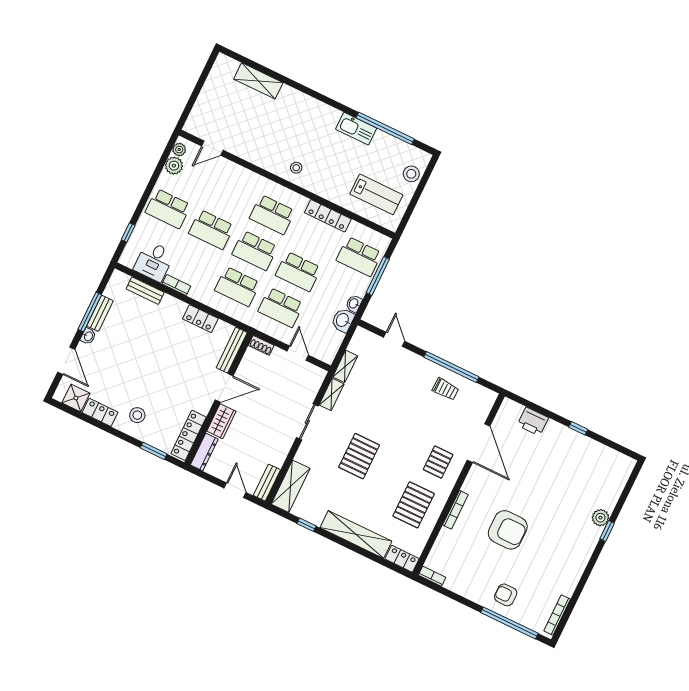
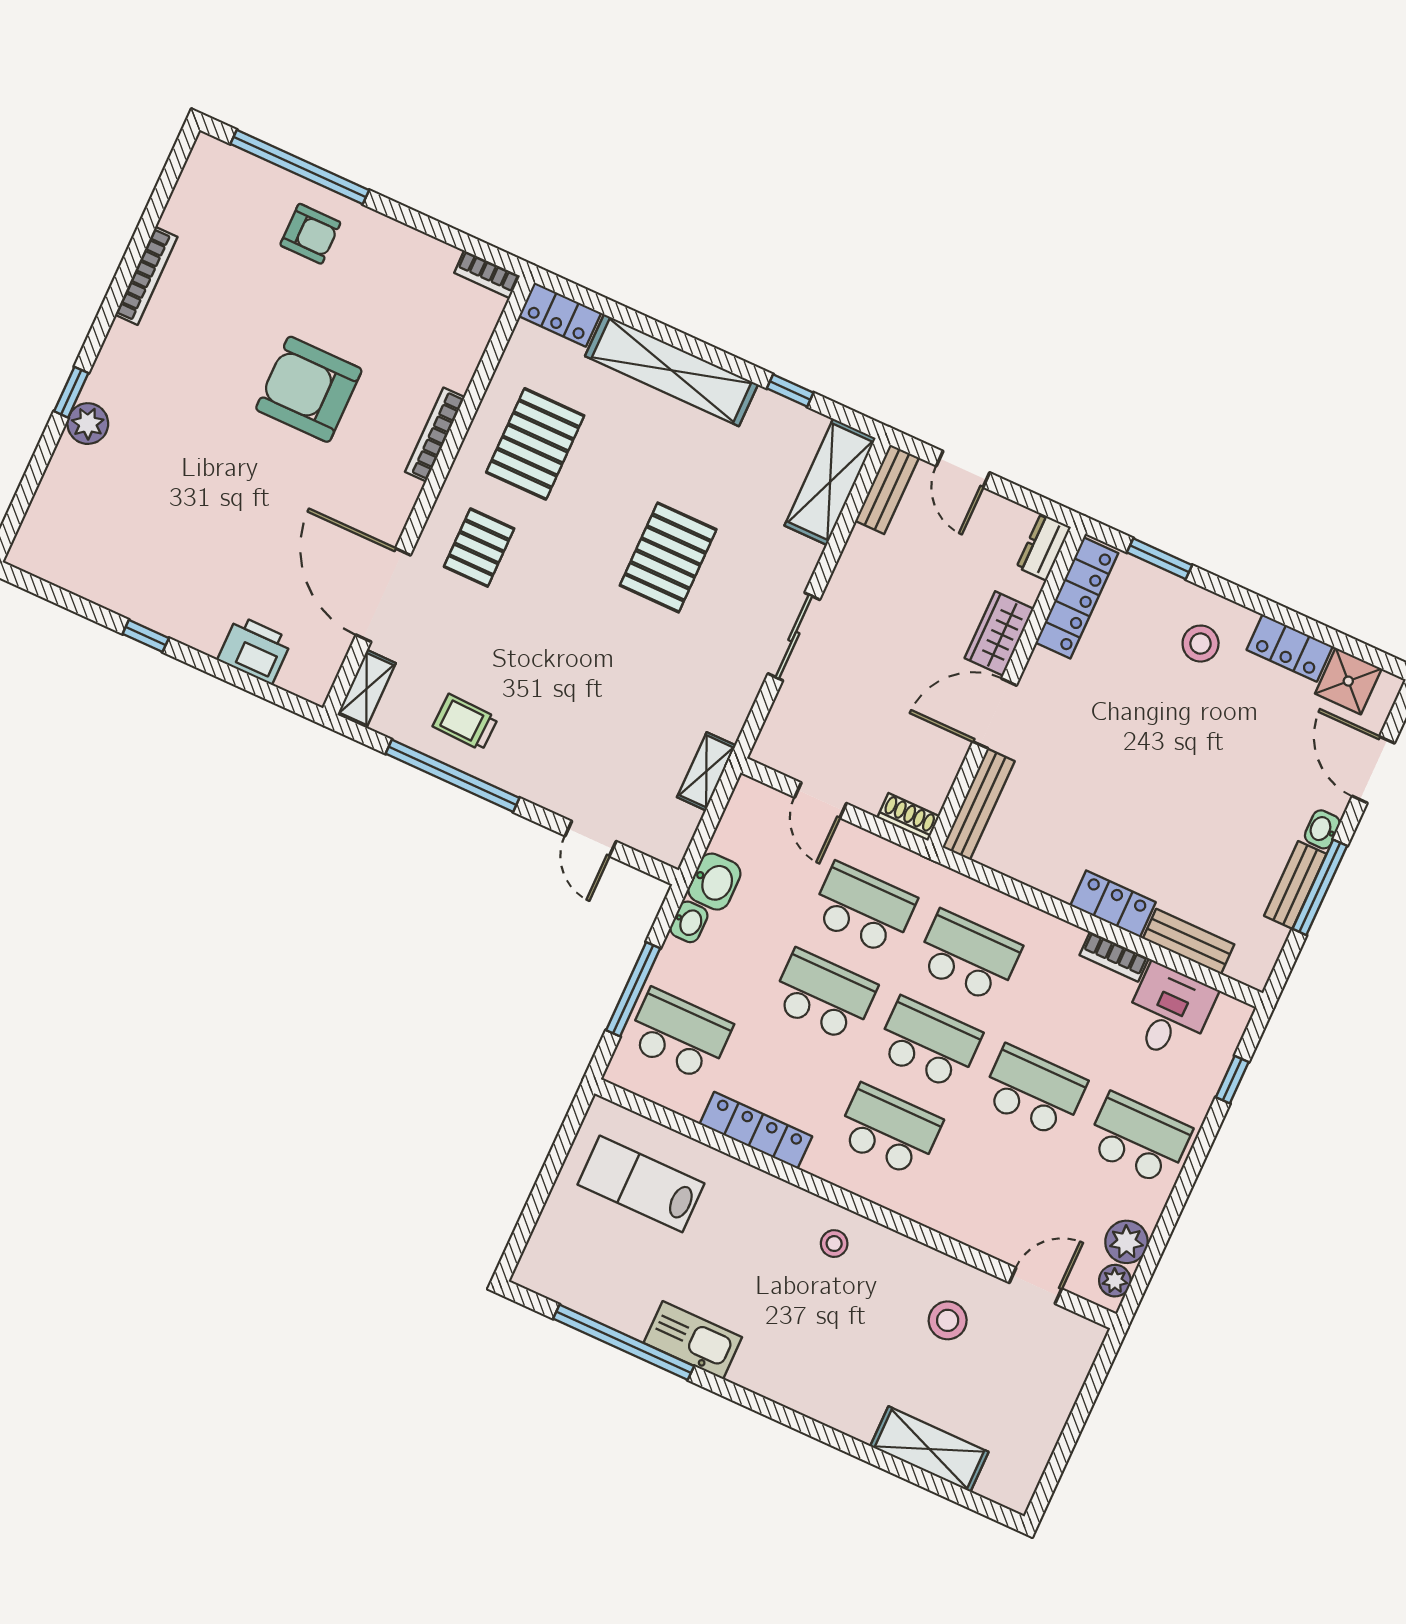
stool: (411, 174) -> (948, 1320), moved
locker: (200, 319) -> (1113, 904), moved
shelving: (332, 394) -> (366, 689), moved
dresser: (204, 452) -> (1044, 547), width x0.70
bookcase: (557, 615) -> (146, 276), moved

